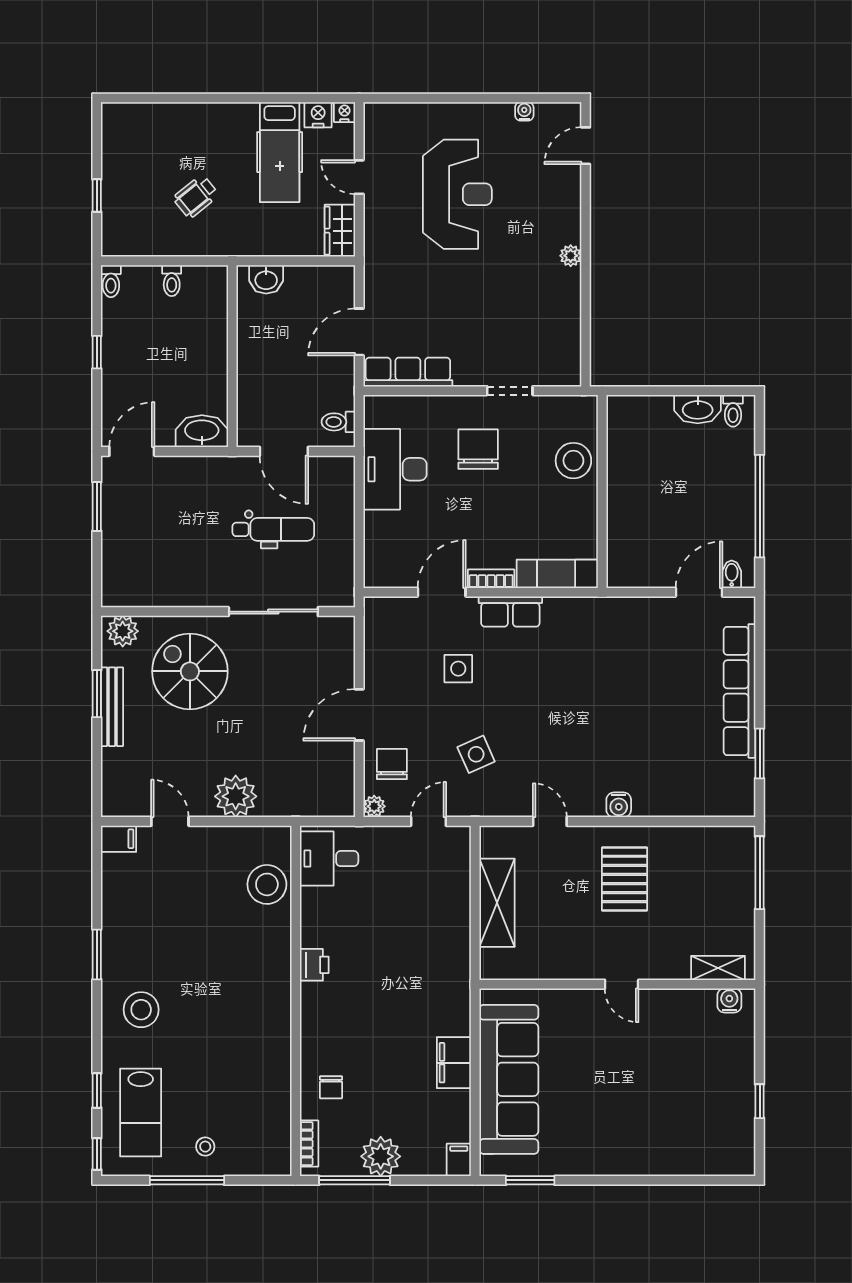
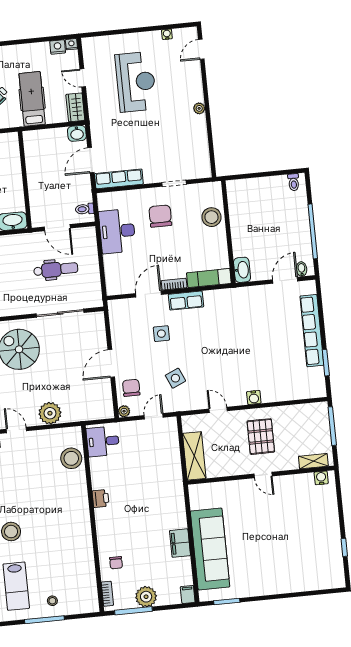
hospital bed: (280, 152) -> (32, 99), moved, turned 180
washbasin: (266, 279) -> (77, 133), moved
washbasin: (698, 409) -> (242, 270), moved, turned -90
shelving: (718, 968) -> (313, 461), moved
wall: (617, 984) -> (261, 475), moved
door: (622, 984) -> (263, 475), moved
water cooler: (729, 1000) -> (321, 478), moved

